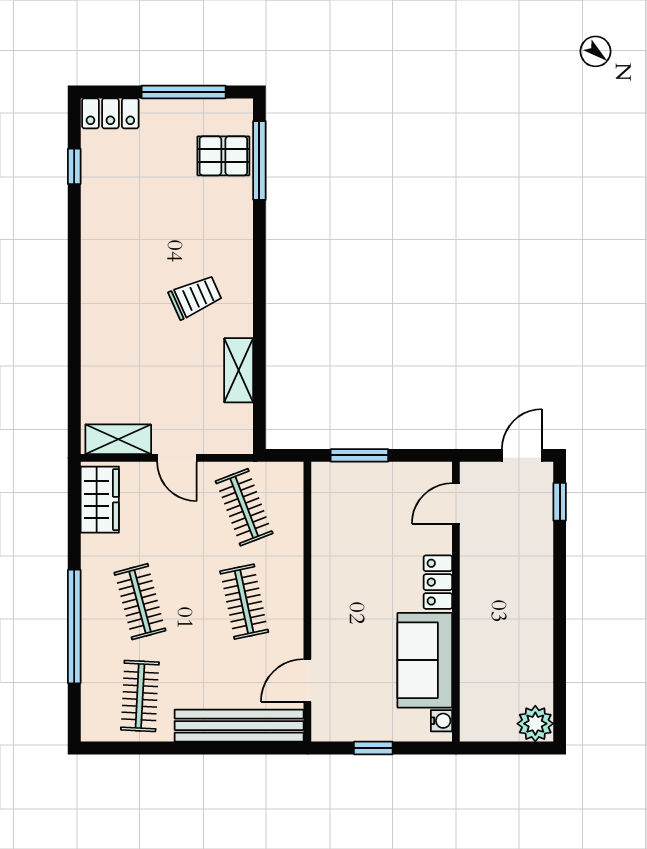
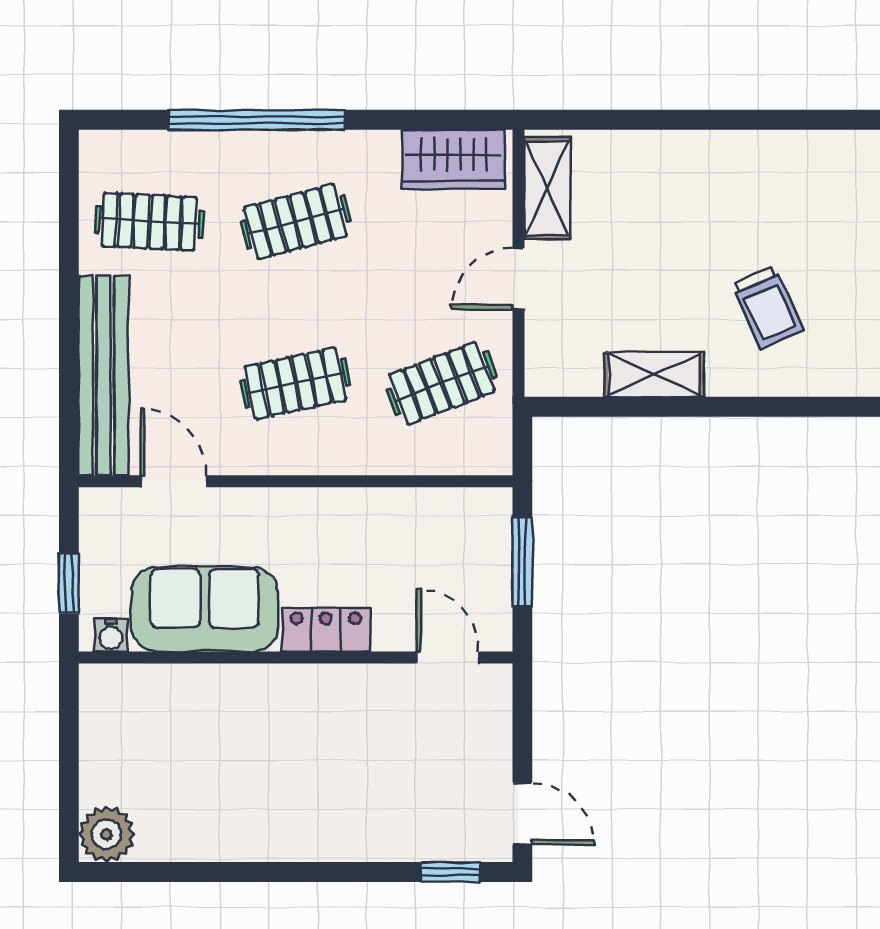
door: (456, 503) -> (448, 658), moved
locker: (438, 582) -> (326, 629), moved
wall: (456, 602) -> (296, 658), moved
sofa: (425, 660) -> (205, 609), moved
water cooler: (441, 721) -> (111, 635), moved

